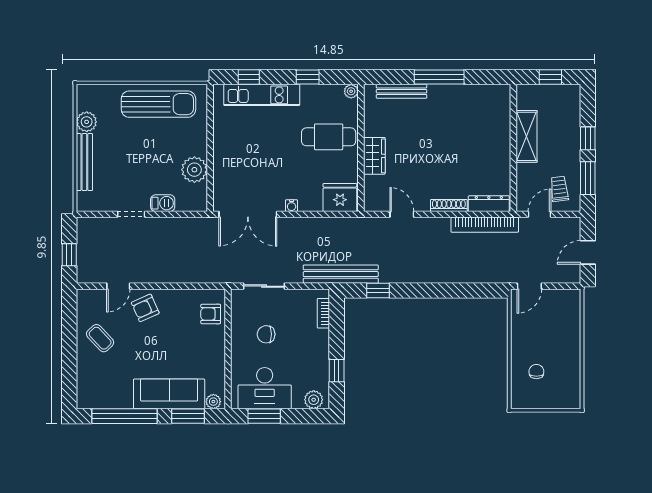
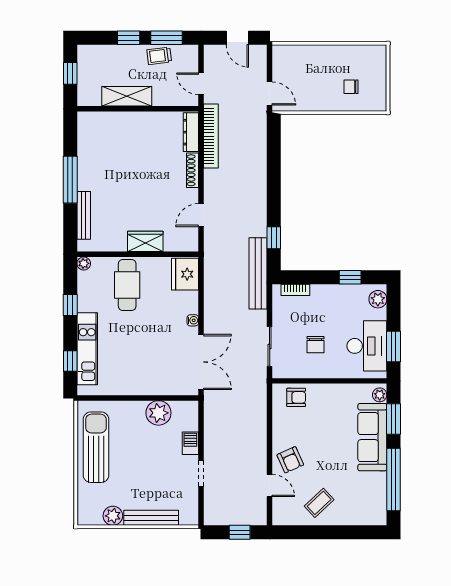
trolley: (559, 189) -> (159, 56), moved
armchair: (211, 314) -> (296, 397), turned -90

